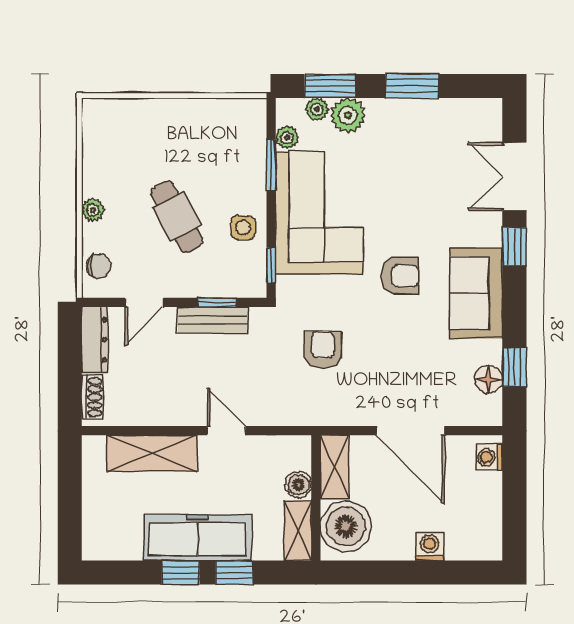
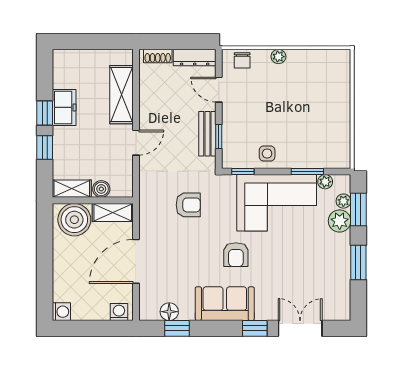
cafe table: (177, 217) -> (274, 111), removed
freezer: (198, 537) -> (64, 107), width x0.52, depth x0.79
washing machine: (430, 547) -> (61, 312), moved

